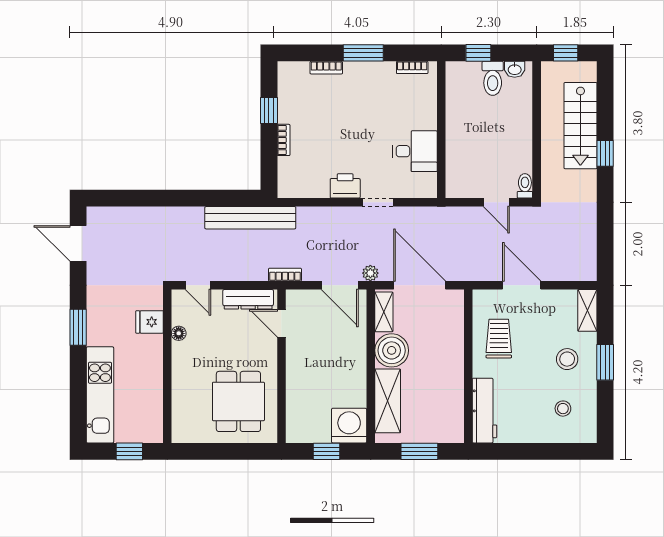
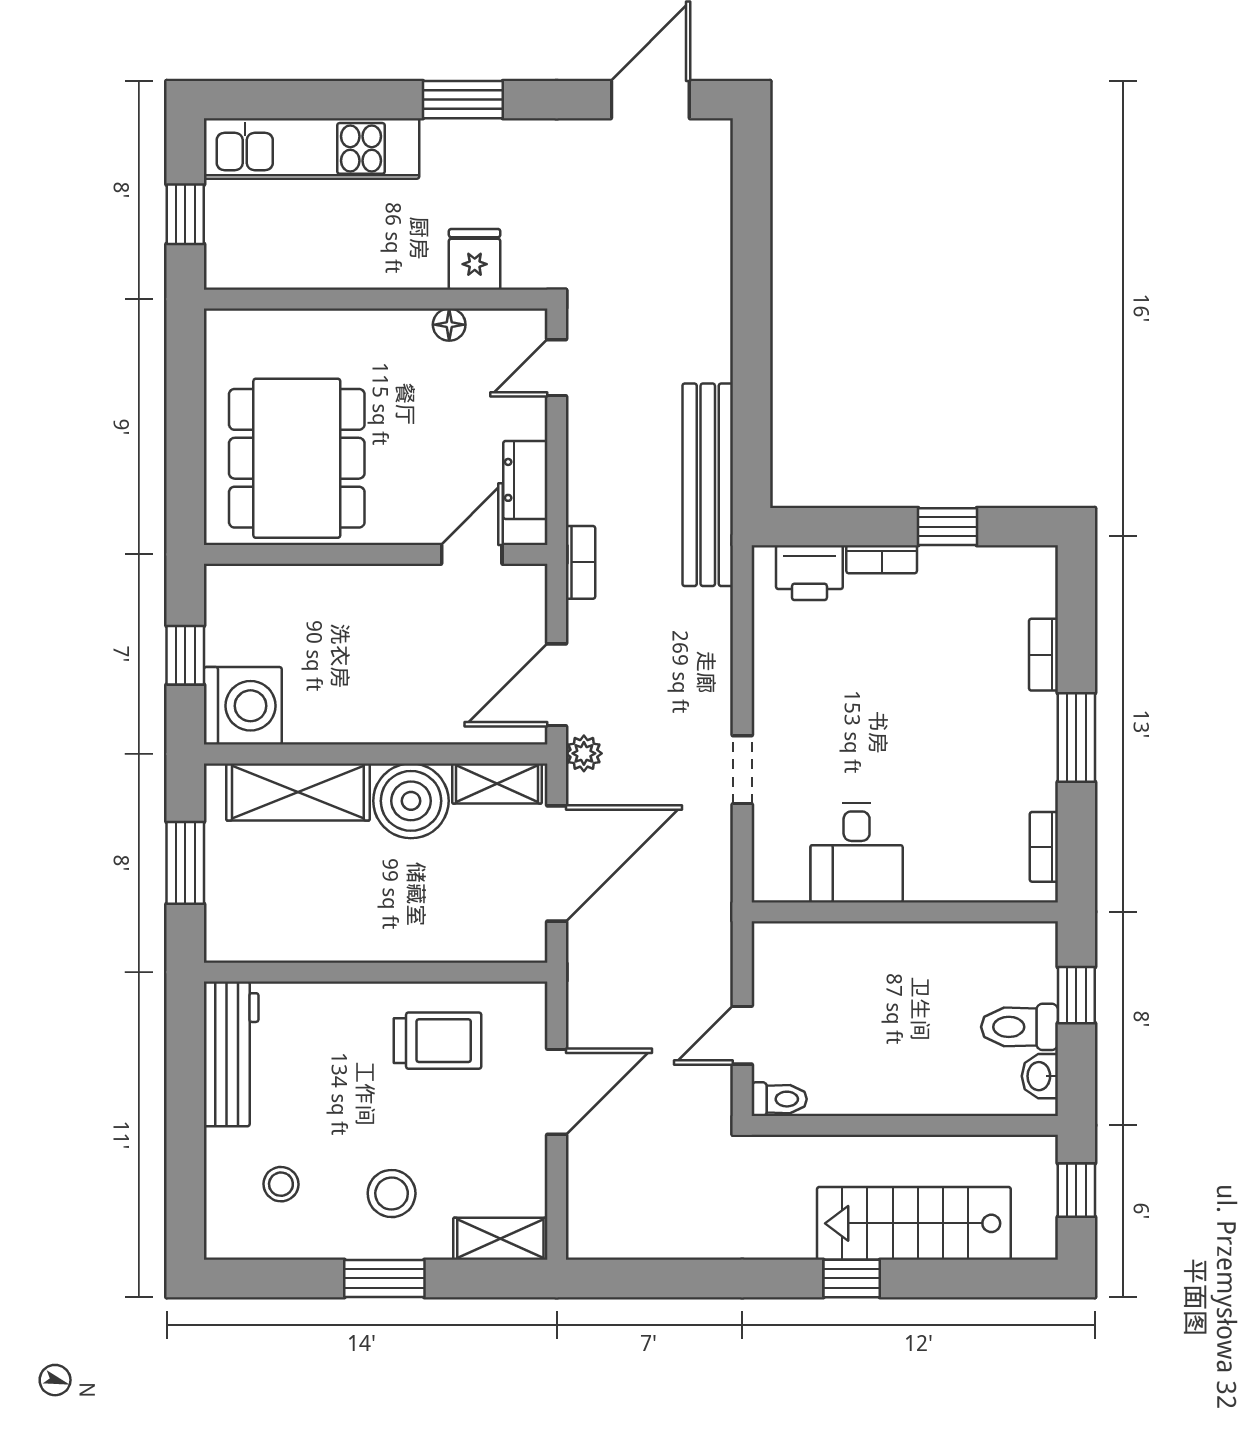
printer: (345, 186) -> (809, 573), moved, turned 90
dresser: (248, 299) -> (525, 480), width x0.70
dining table: (238, 401) -> (297, 458), width x1.38
workbench: (485, 411) -> (231, 1054), moved, turned -90

